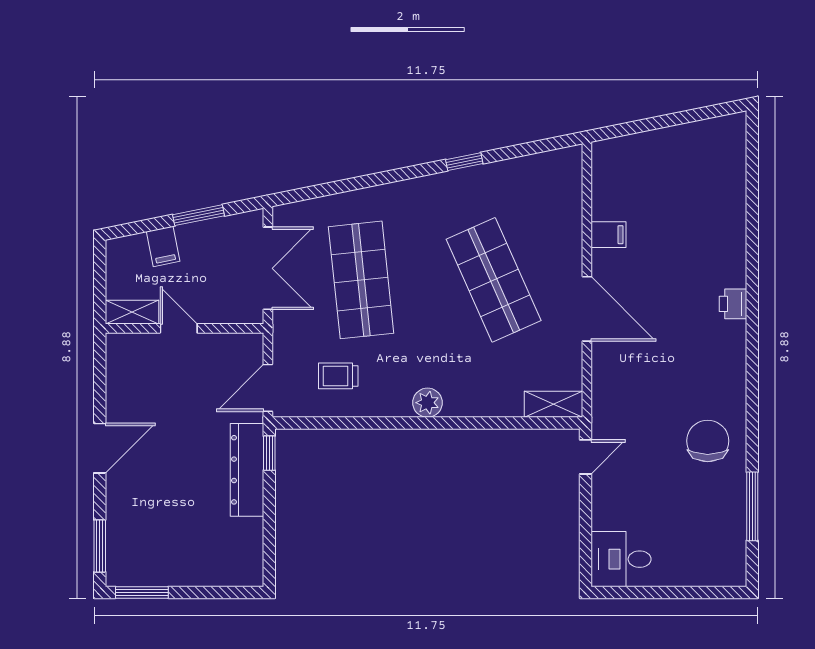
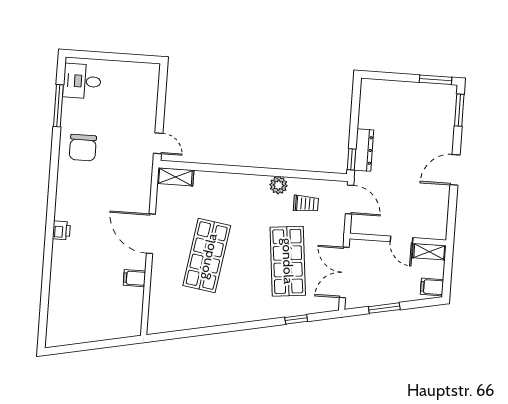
window: (464, 162) -> (296, 319), moved
filing cabinet: (163, 246) -> (432, 287), moved, turned -79
shop shelf: (494, 280) -> (207, 256), turned 33
door: (268, 388) -> (350, 199), hinge flipped
plant: (428, 403) -> (279, 185), moved
door: (586, 457) -> (158, 143), swing flipped
dresser: (247, 470) -> (364, 150), width x0.73, depth x0.80
desk: (621, 559) -> (82, 81), moved, turned 180

